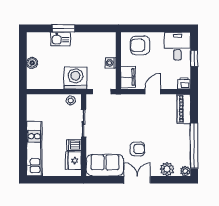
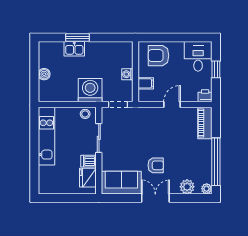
filing cabinet: (128, 77) -> (146, 83), width x0.50
kitchen unit: (34, 149) -> (46, 136), moved

